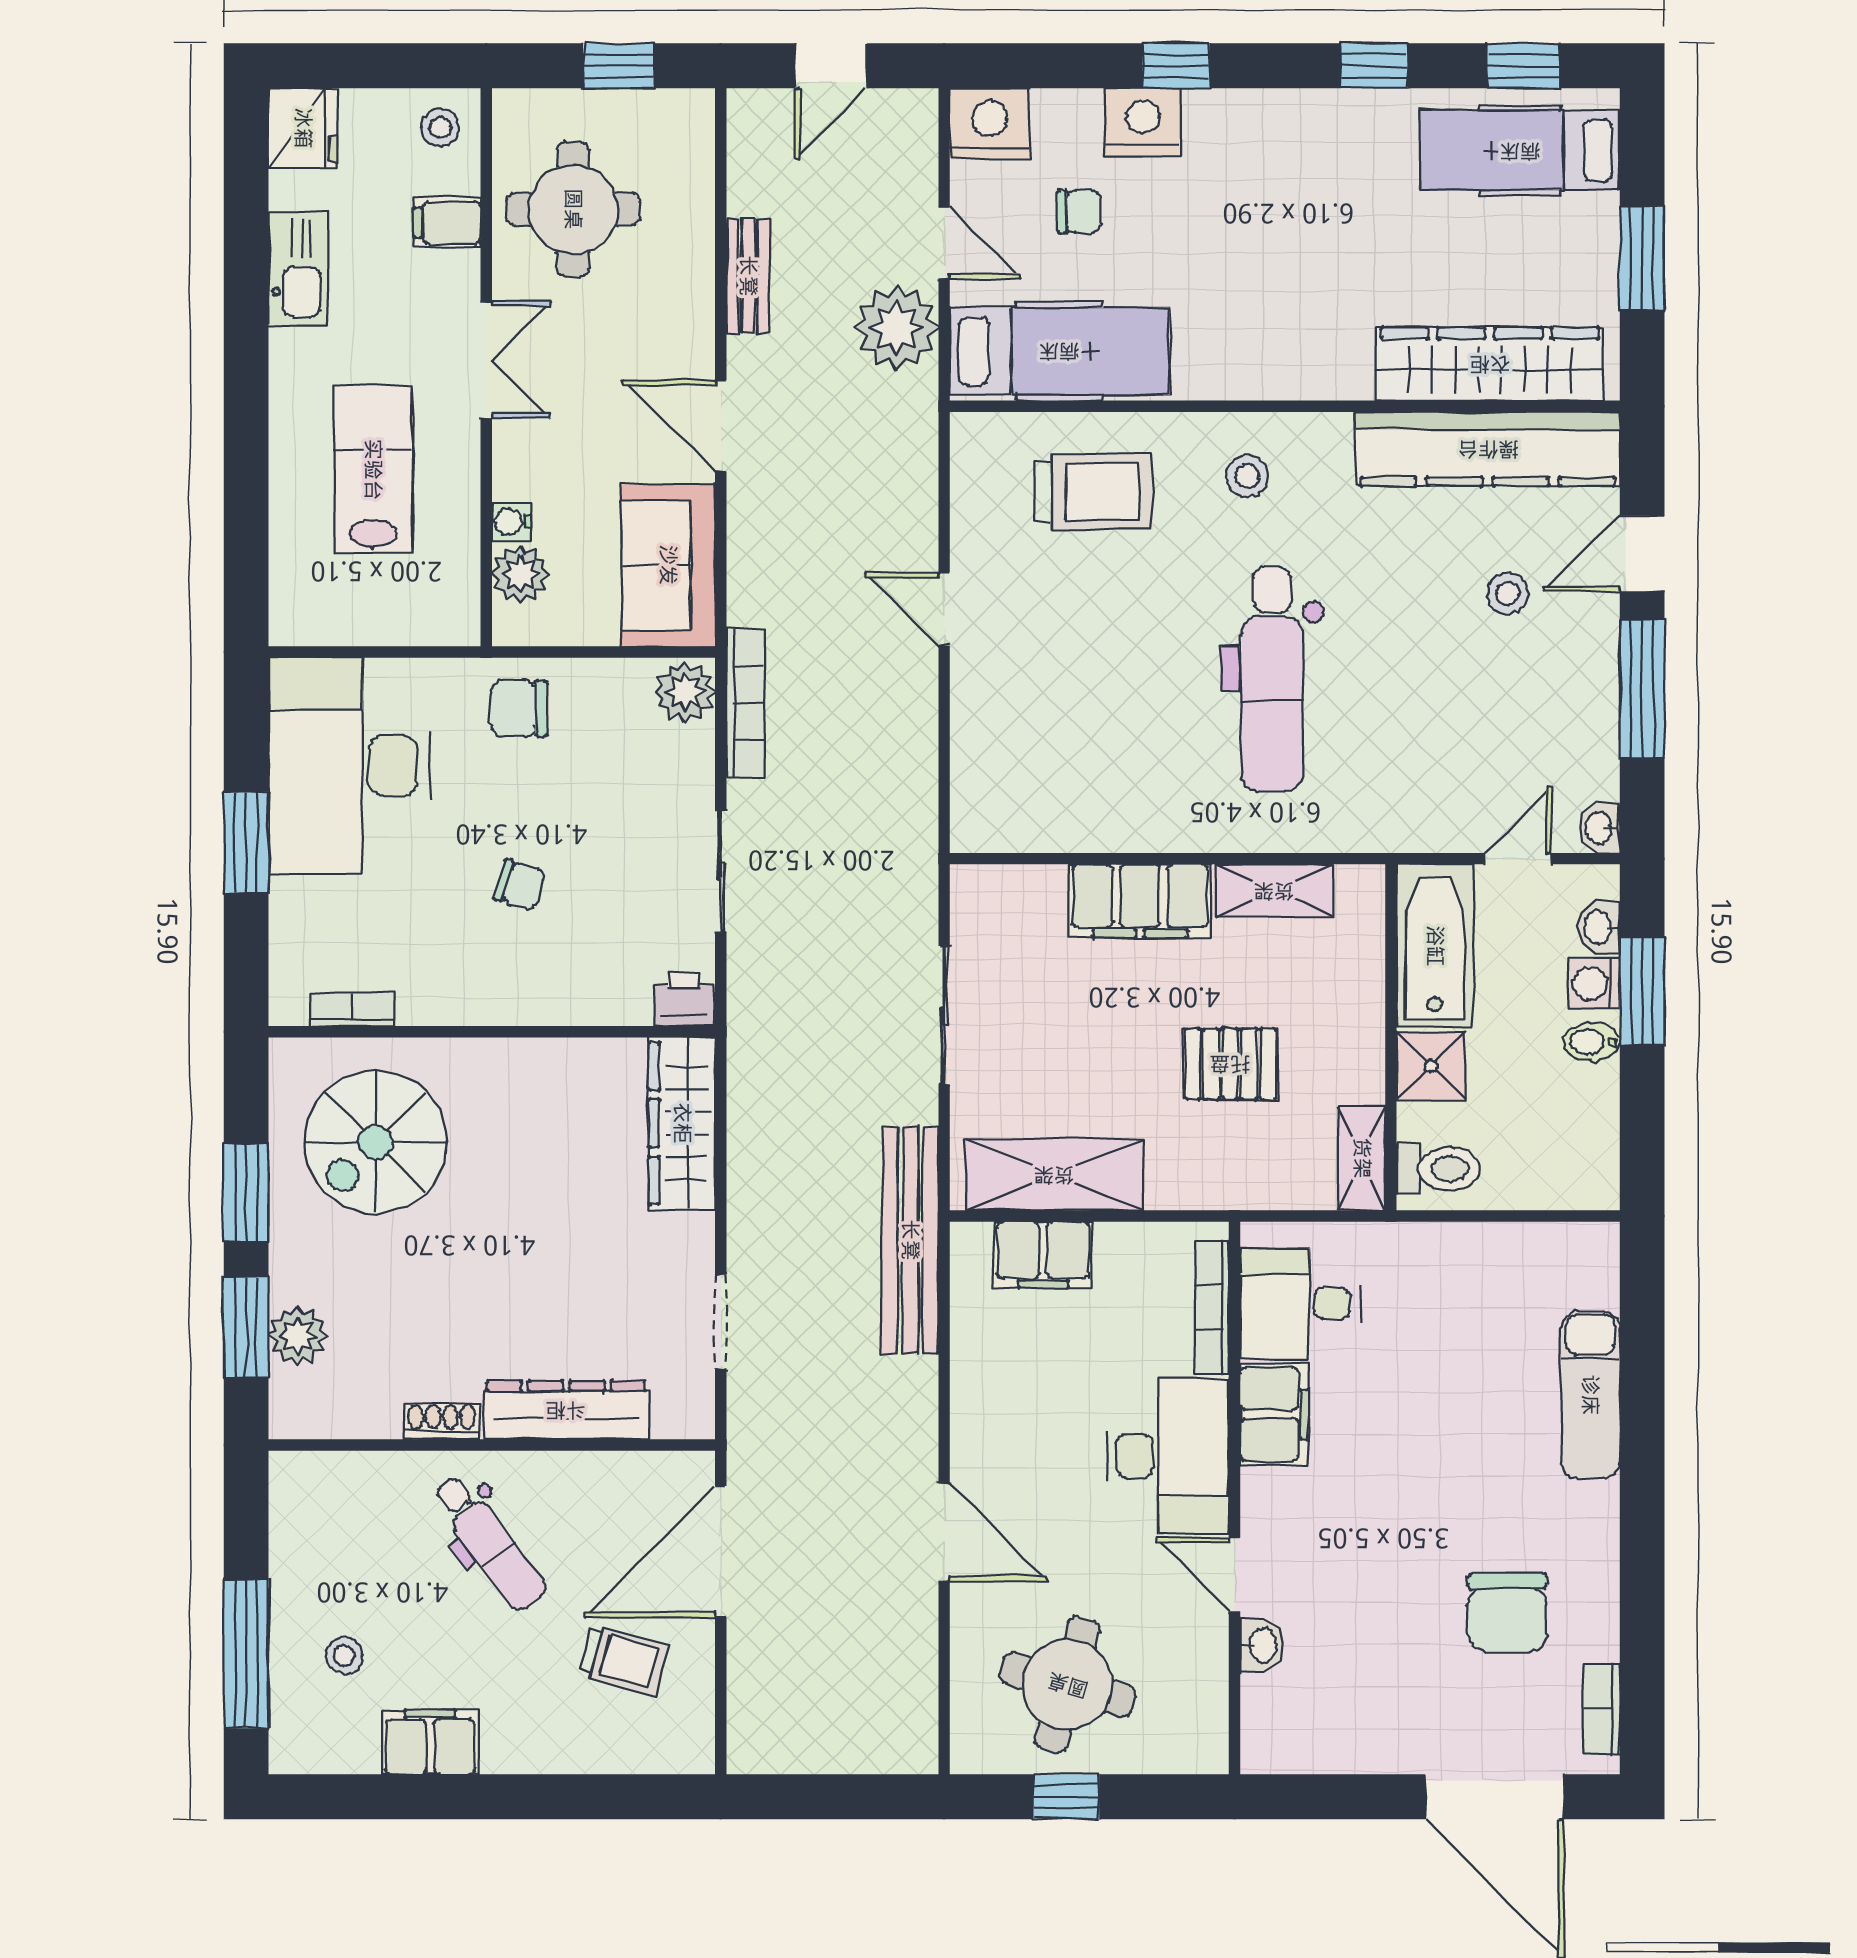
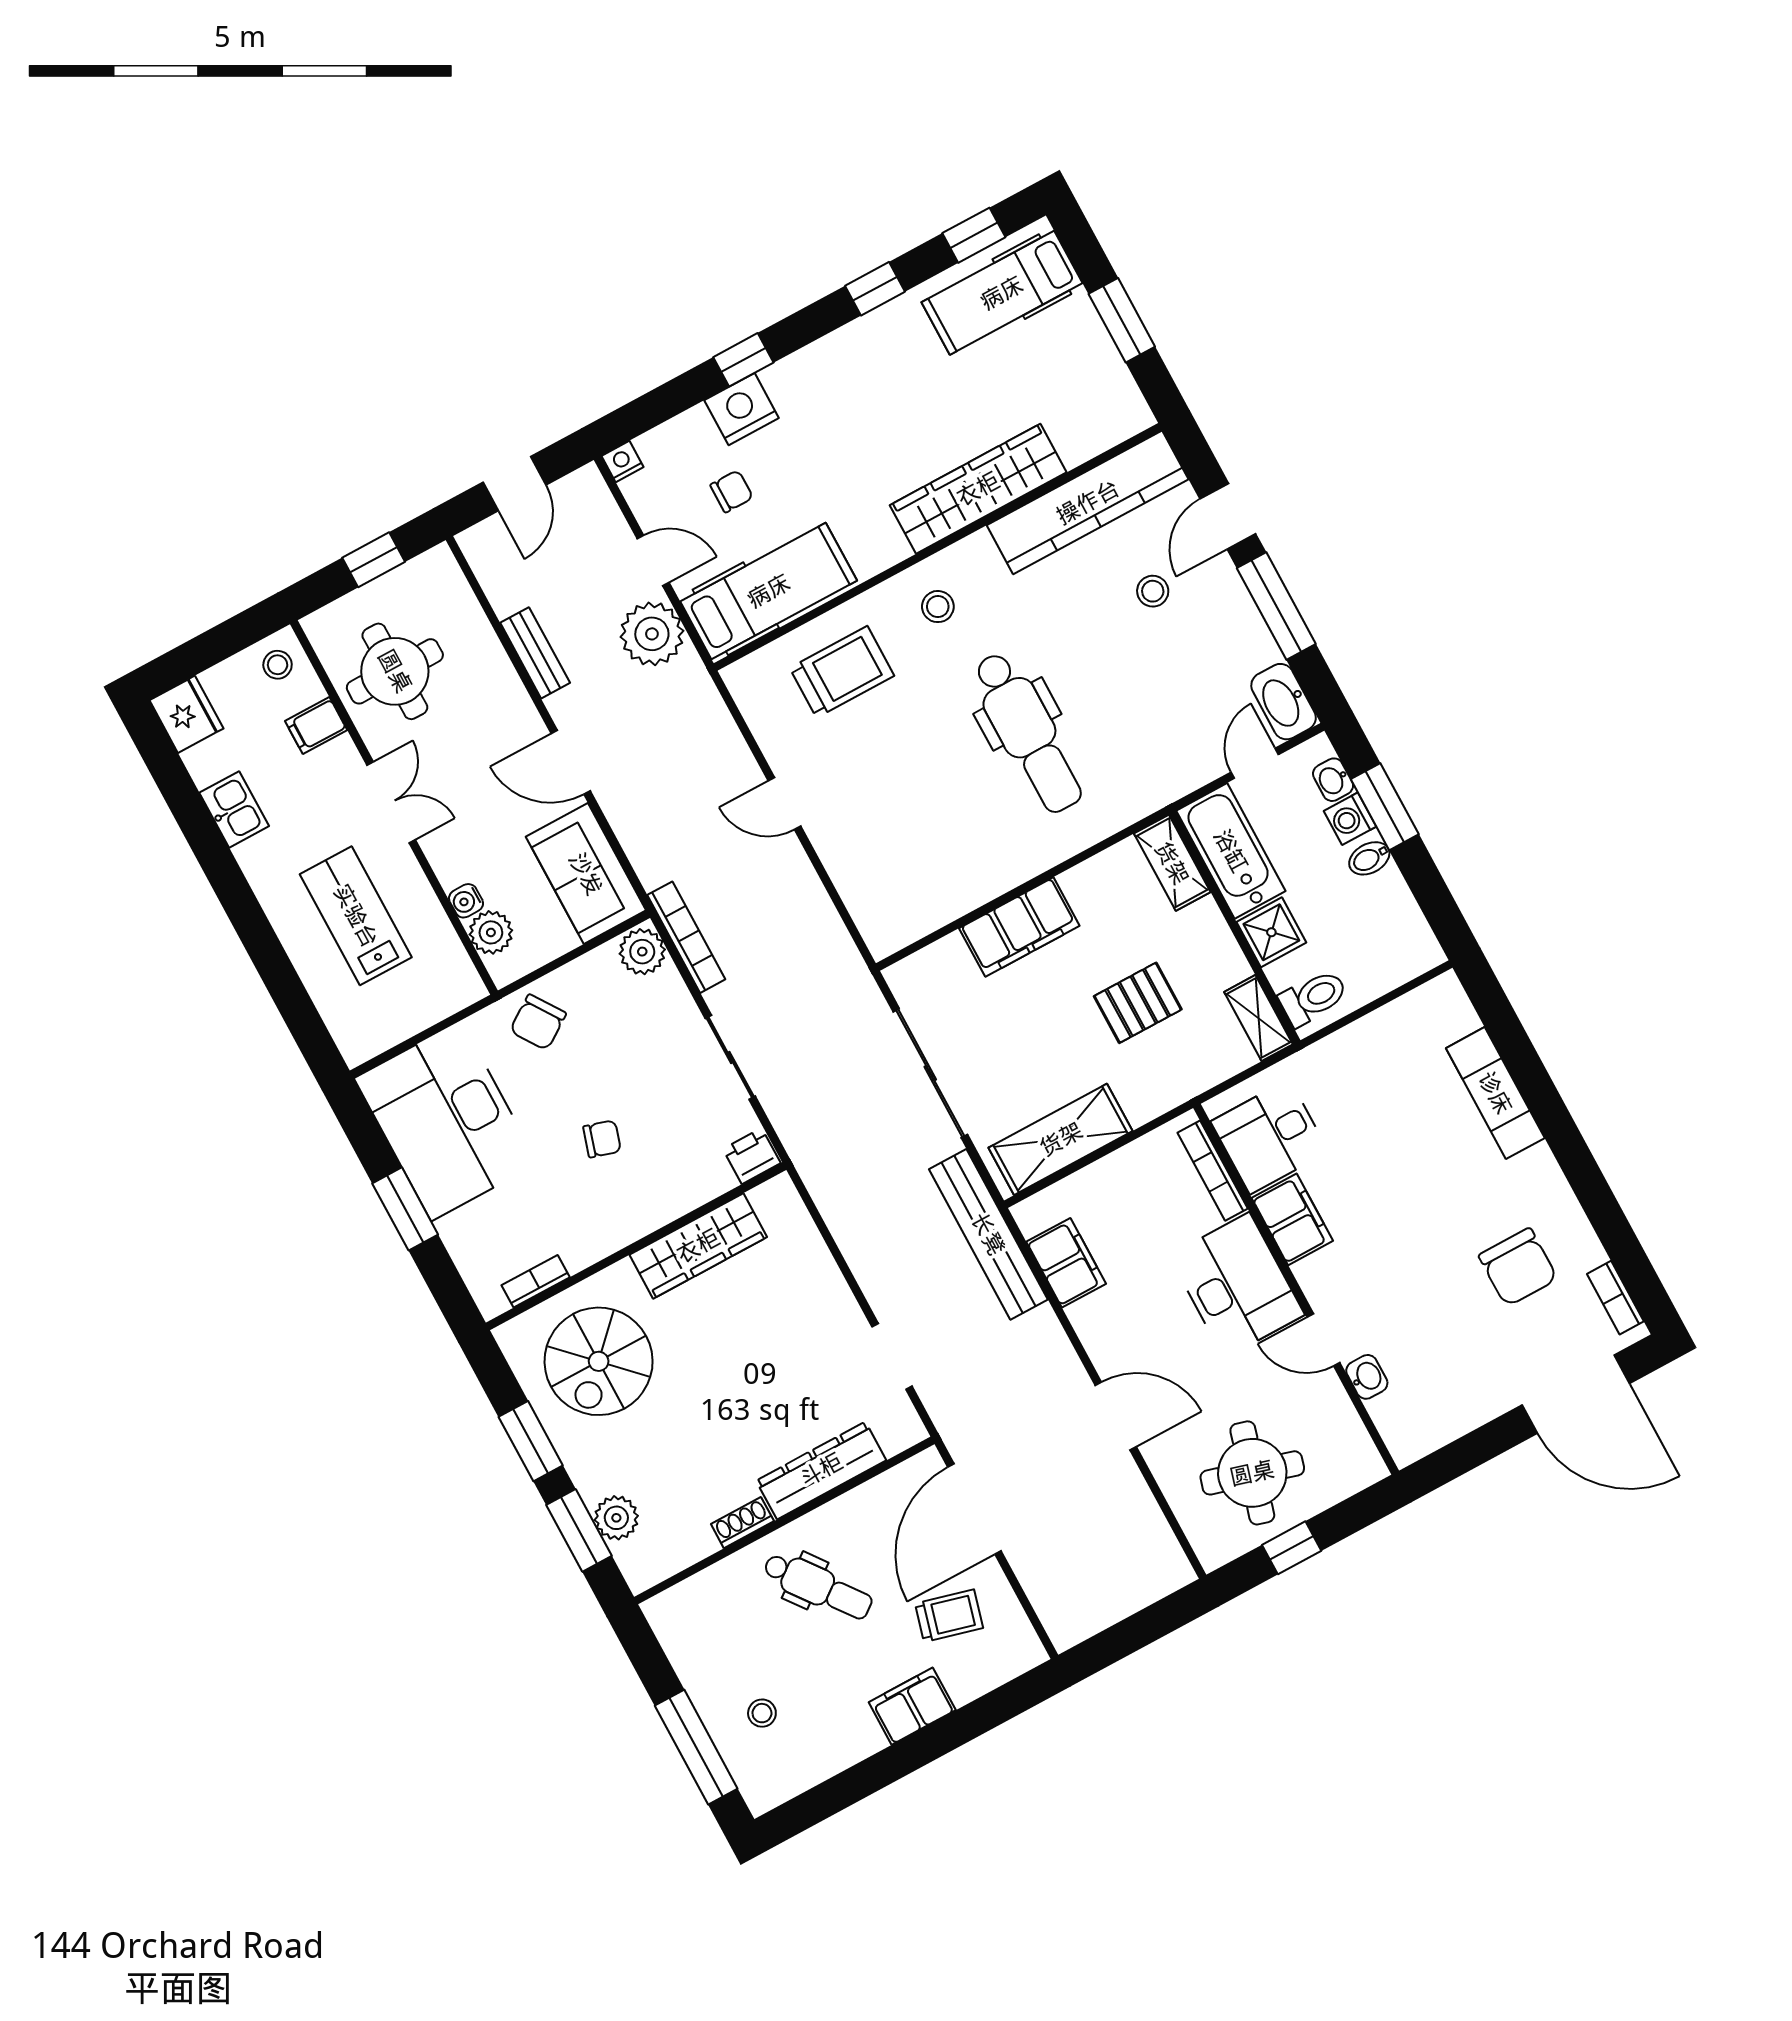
nightstand: (990, 124) -> (622, 461), width x0.53, depth x0.56
kitchen sink: (299, 269) -> (234, 809), width x0.73
wardrobe: (1490, 364) -> (978, 489), moved
chair: (519, 709) -> (538, 1022), turned -34
washbasin: (1599, 828) -> (1284, 702), width x1.91, depth x1.45
shelving: (1274, 891) -> (1172, 863), moved, turned 90
sliding door: (944, 1015) -> (930, 1073), width x1.37
wardrobe: (682, 1123) -> (698, 1246), moved, turned -90
filing cabinet: (1043, 1255) -> (1066, 1263), moved, turned -90
filing cabinet: (430, 1742) -> (912, 1706), moved

